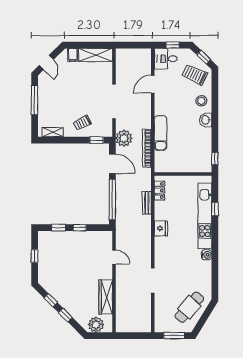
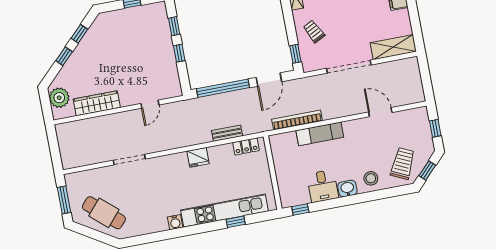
shelving: (95, 55) -> (393, 47), moved, turned 90
desk: (166, 59) -> (323, 186), moved, turned 180
plant: (124, 138) -> (304, 88), removed

